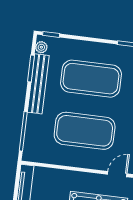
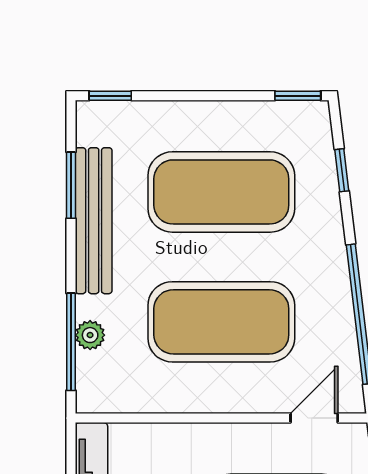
plant: (41, 47) -> (90, 335), moved

